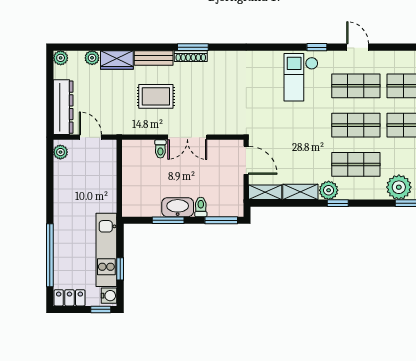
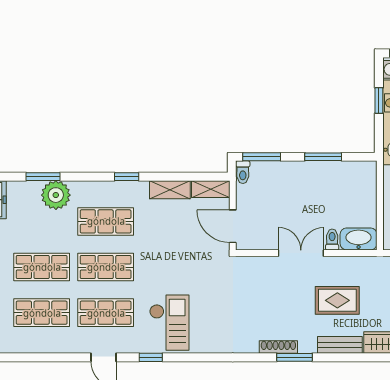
shoe rack: (191, 56) -> (278, 347), moved
plant: (329, 190) -> (137, 192), removed
washbasin: (178, 207) -> (359, 239), moved, turned 180
toilet: (201, 207) -> (243, 172), moved

